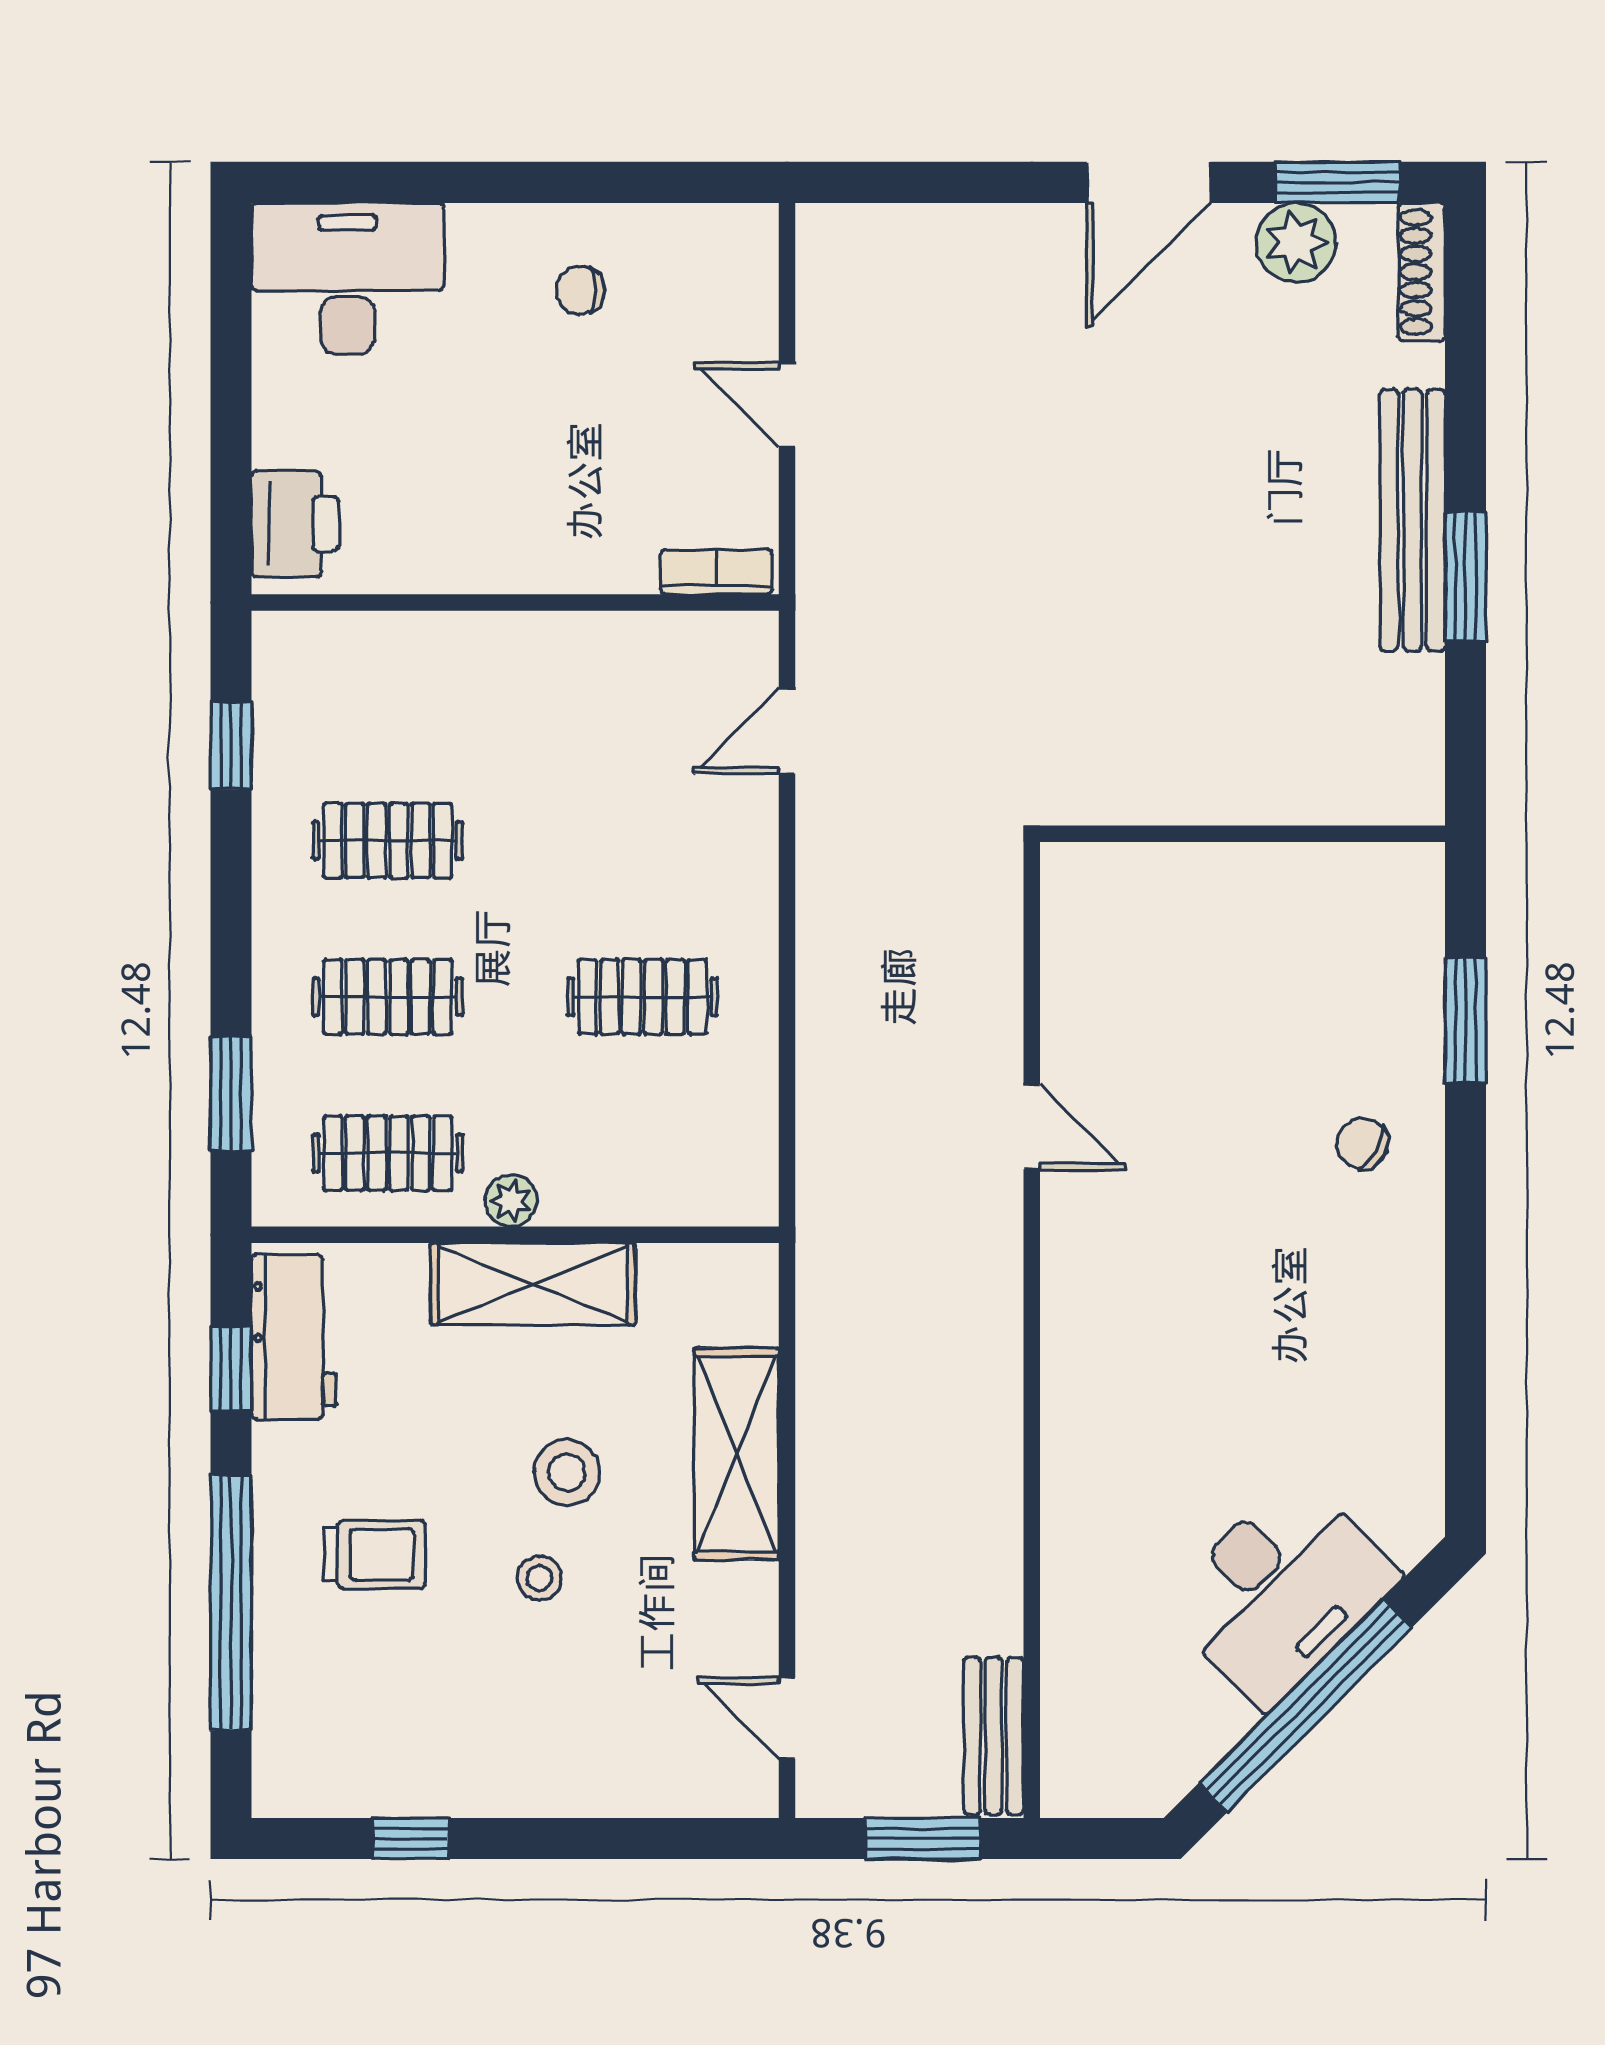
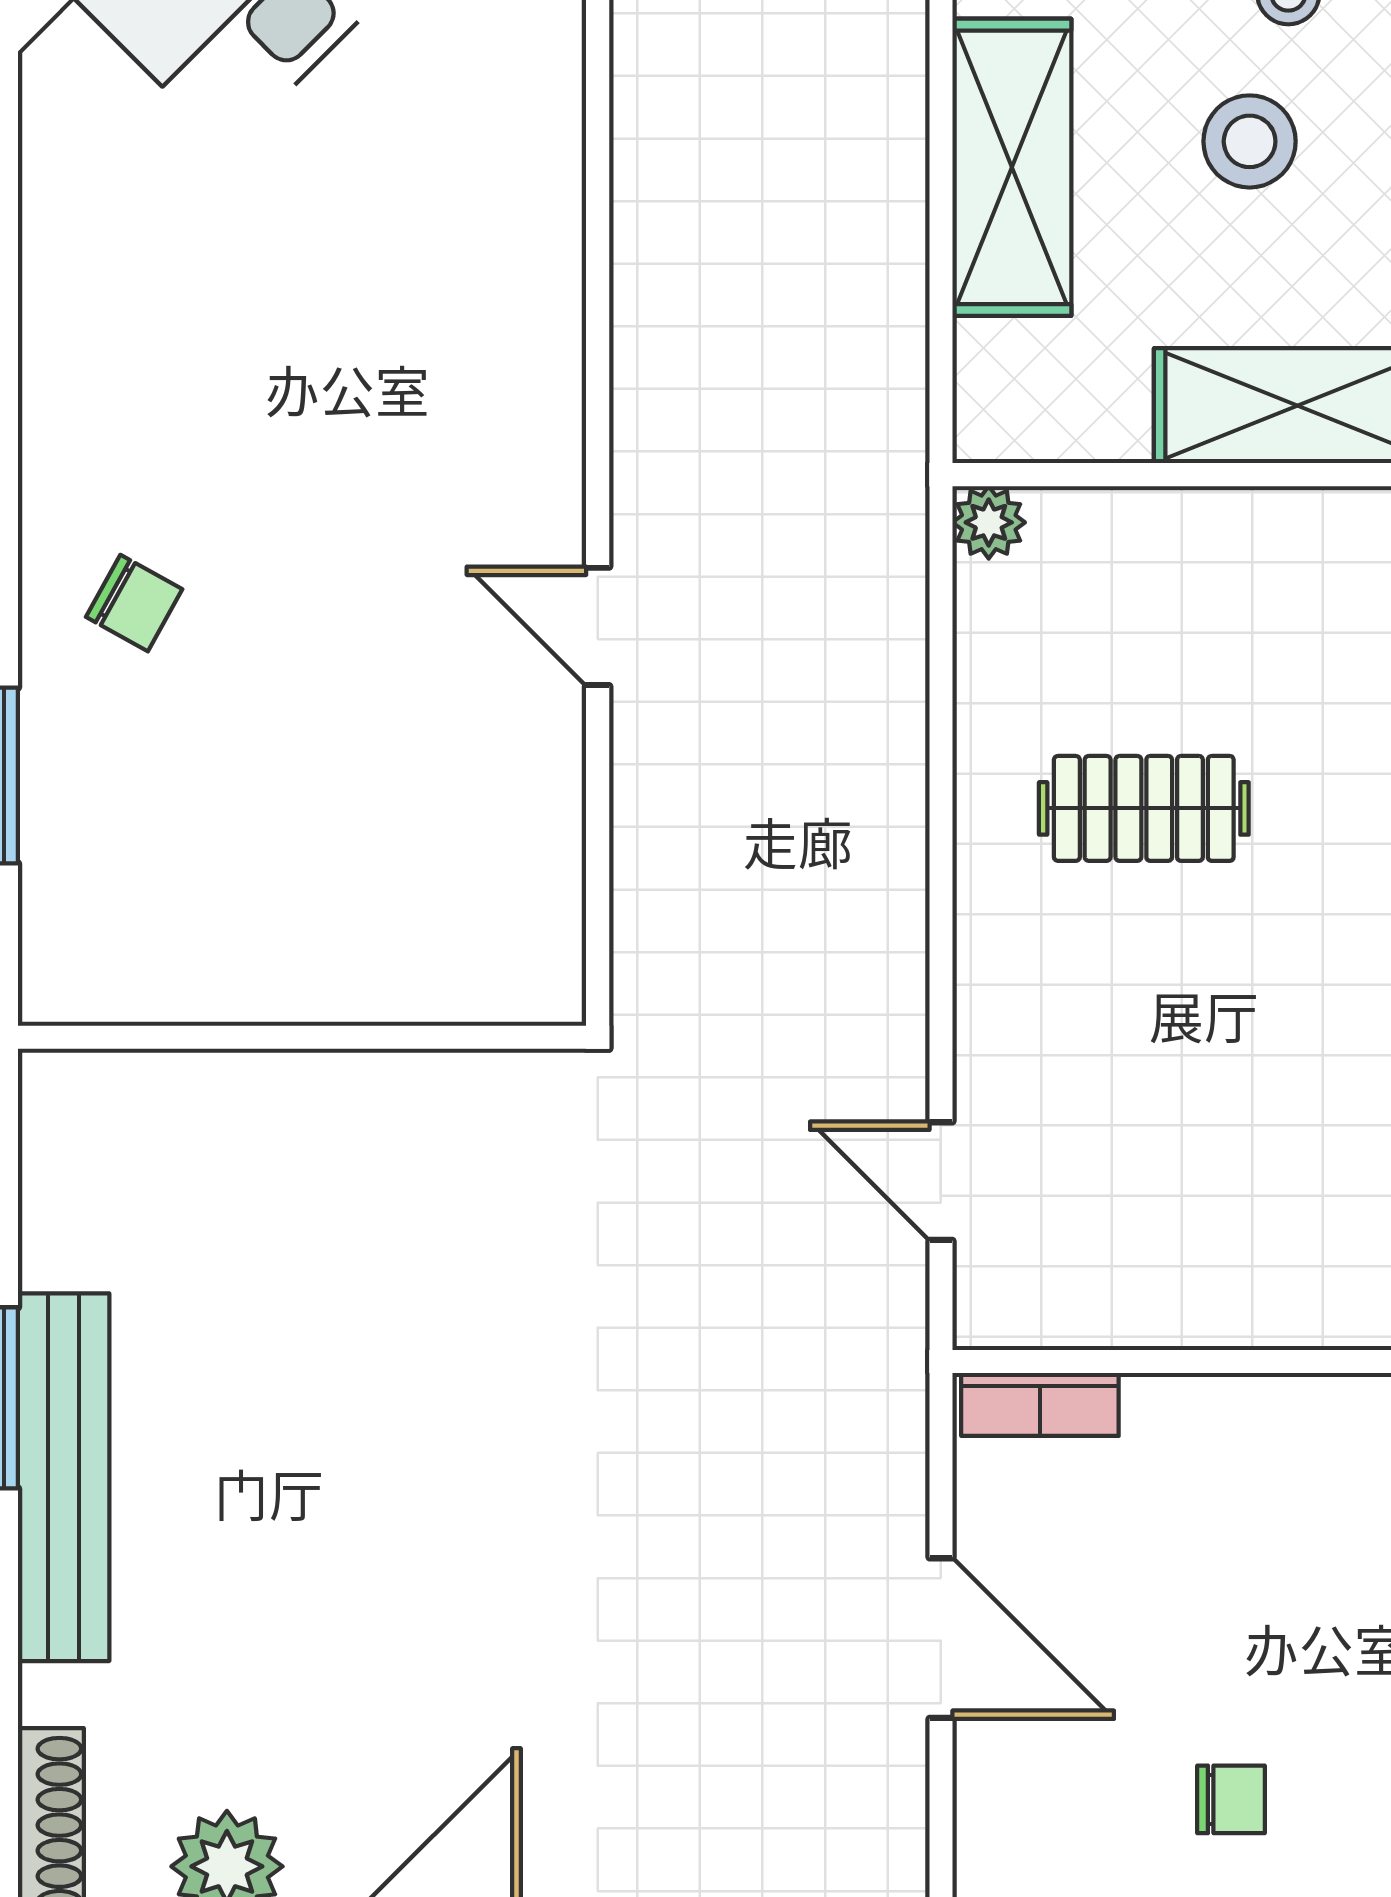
door: (787, 405) -> (941, 1638), width x1.38
door: (787, 731) -> (941, 1181), swing flipped
plant: (511, 1201) -> (989, 522), moved

